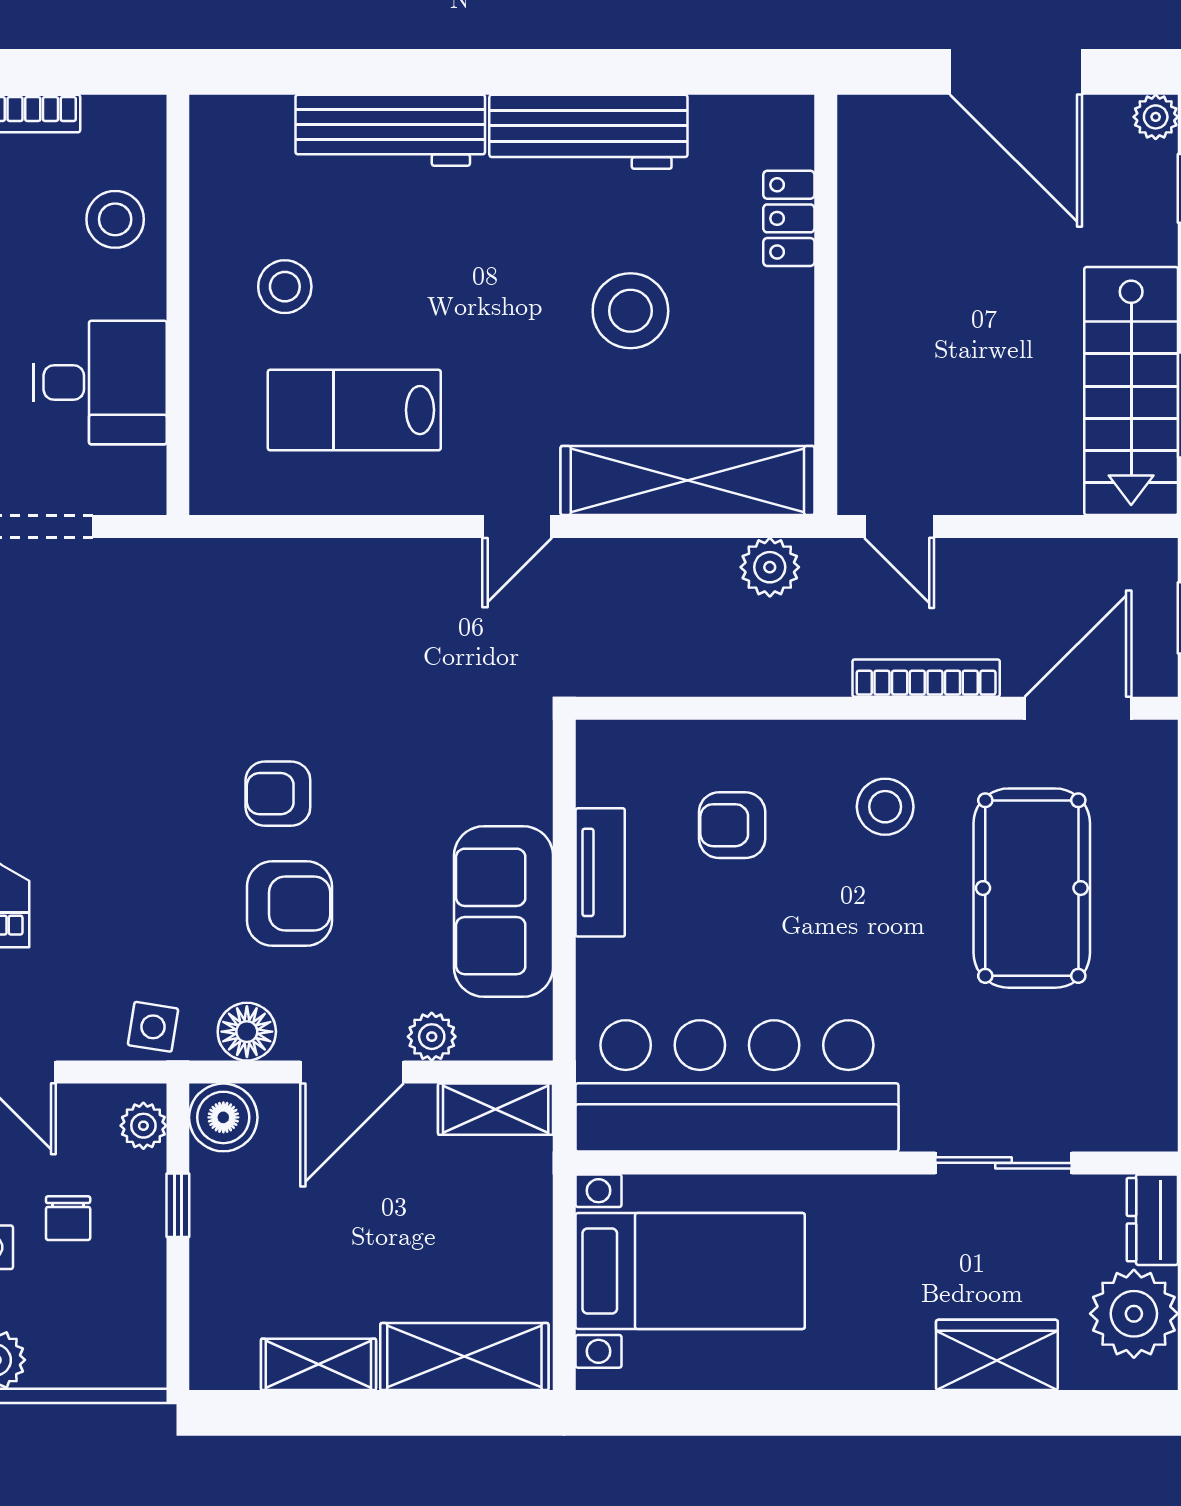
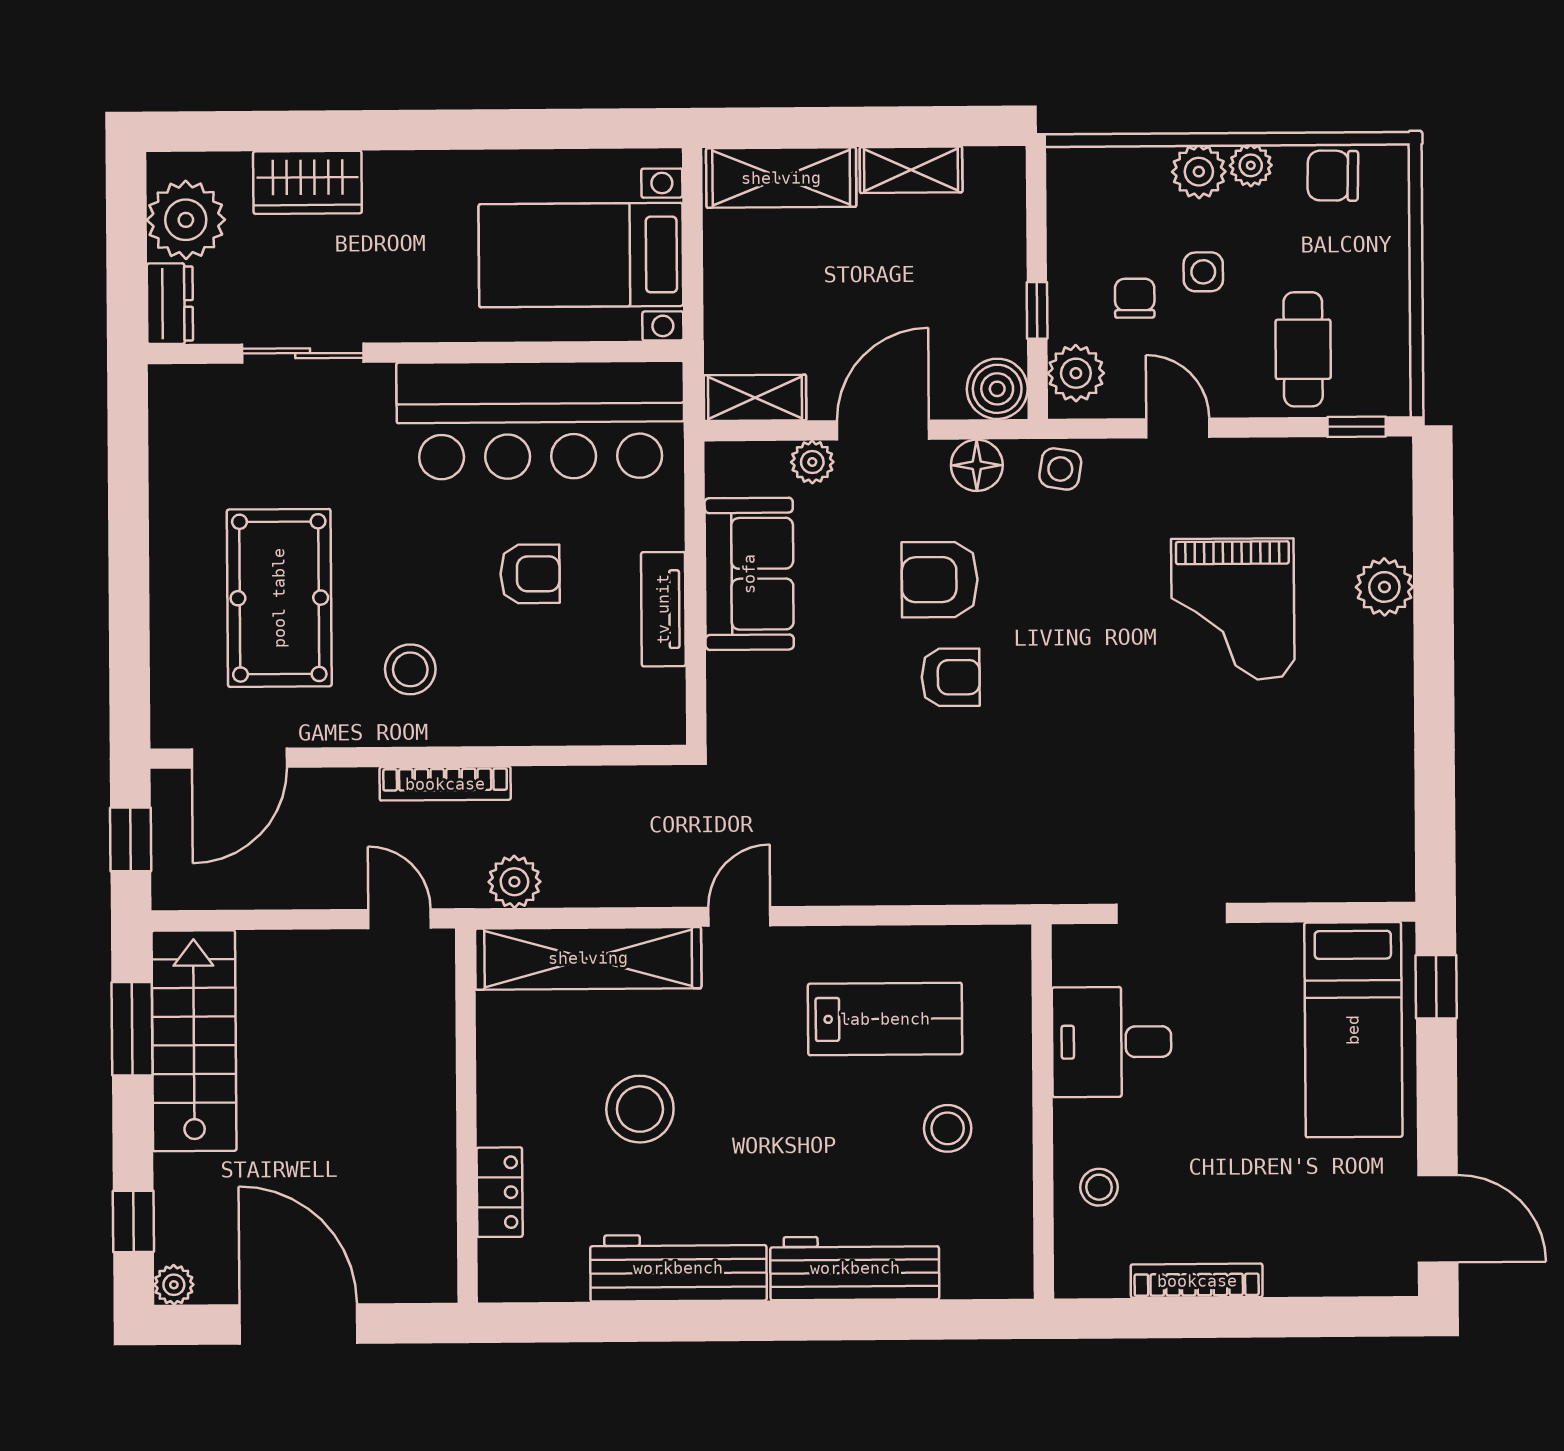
stool: (115, 219) -> (1099, 1187), width x0.73, depth x0.73
bookcase: (926, 678) -> (445, 784), moved
armchair: (732, 825) -> (530, 574), moved
plant: (143, 1126) -> (1076, 373), width x1.38, depth x1.38

